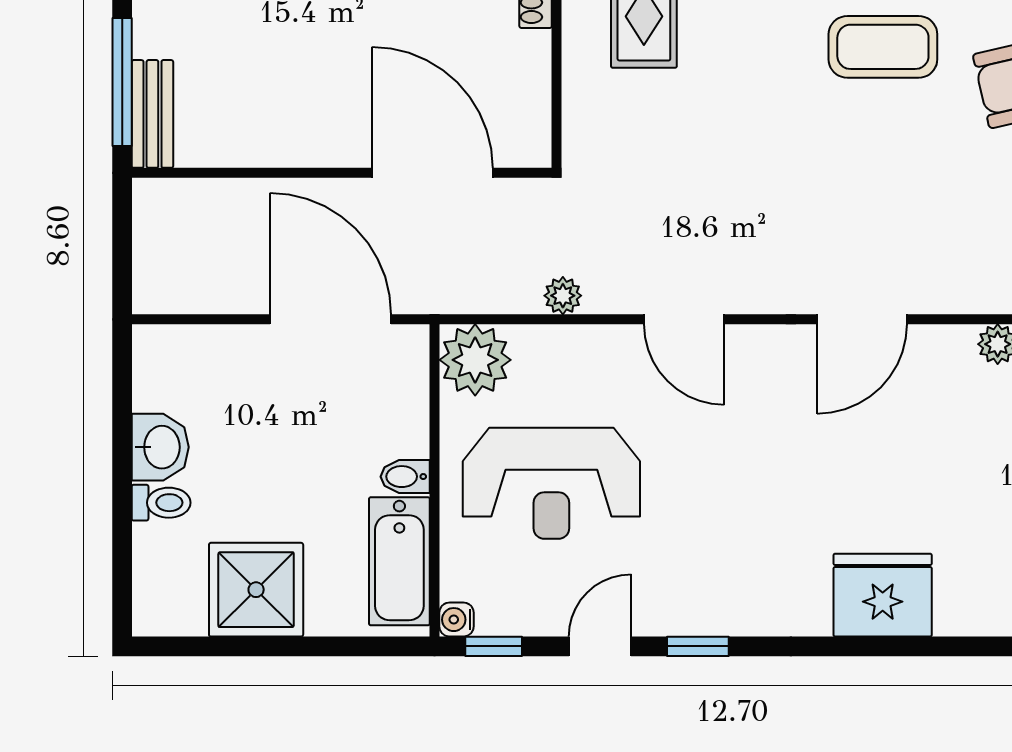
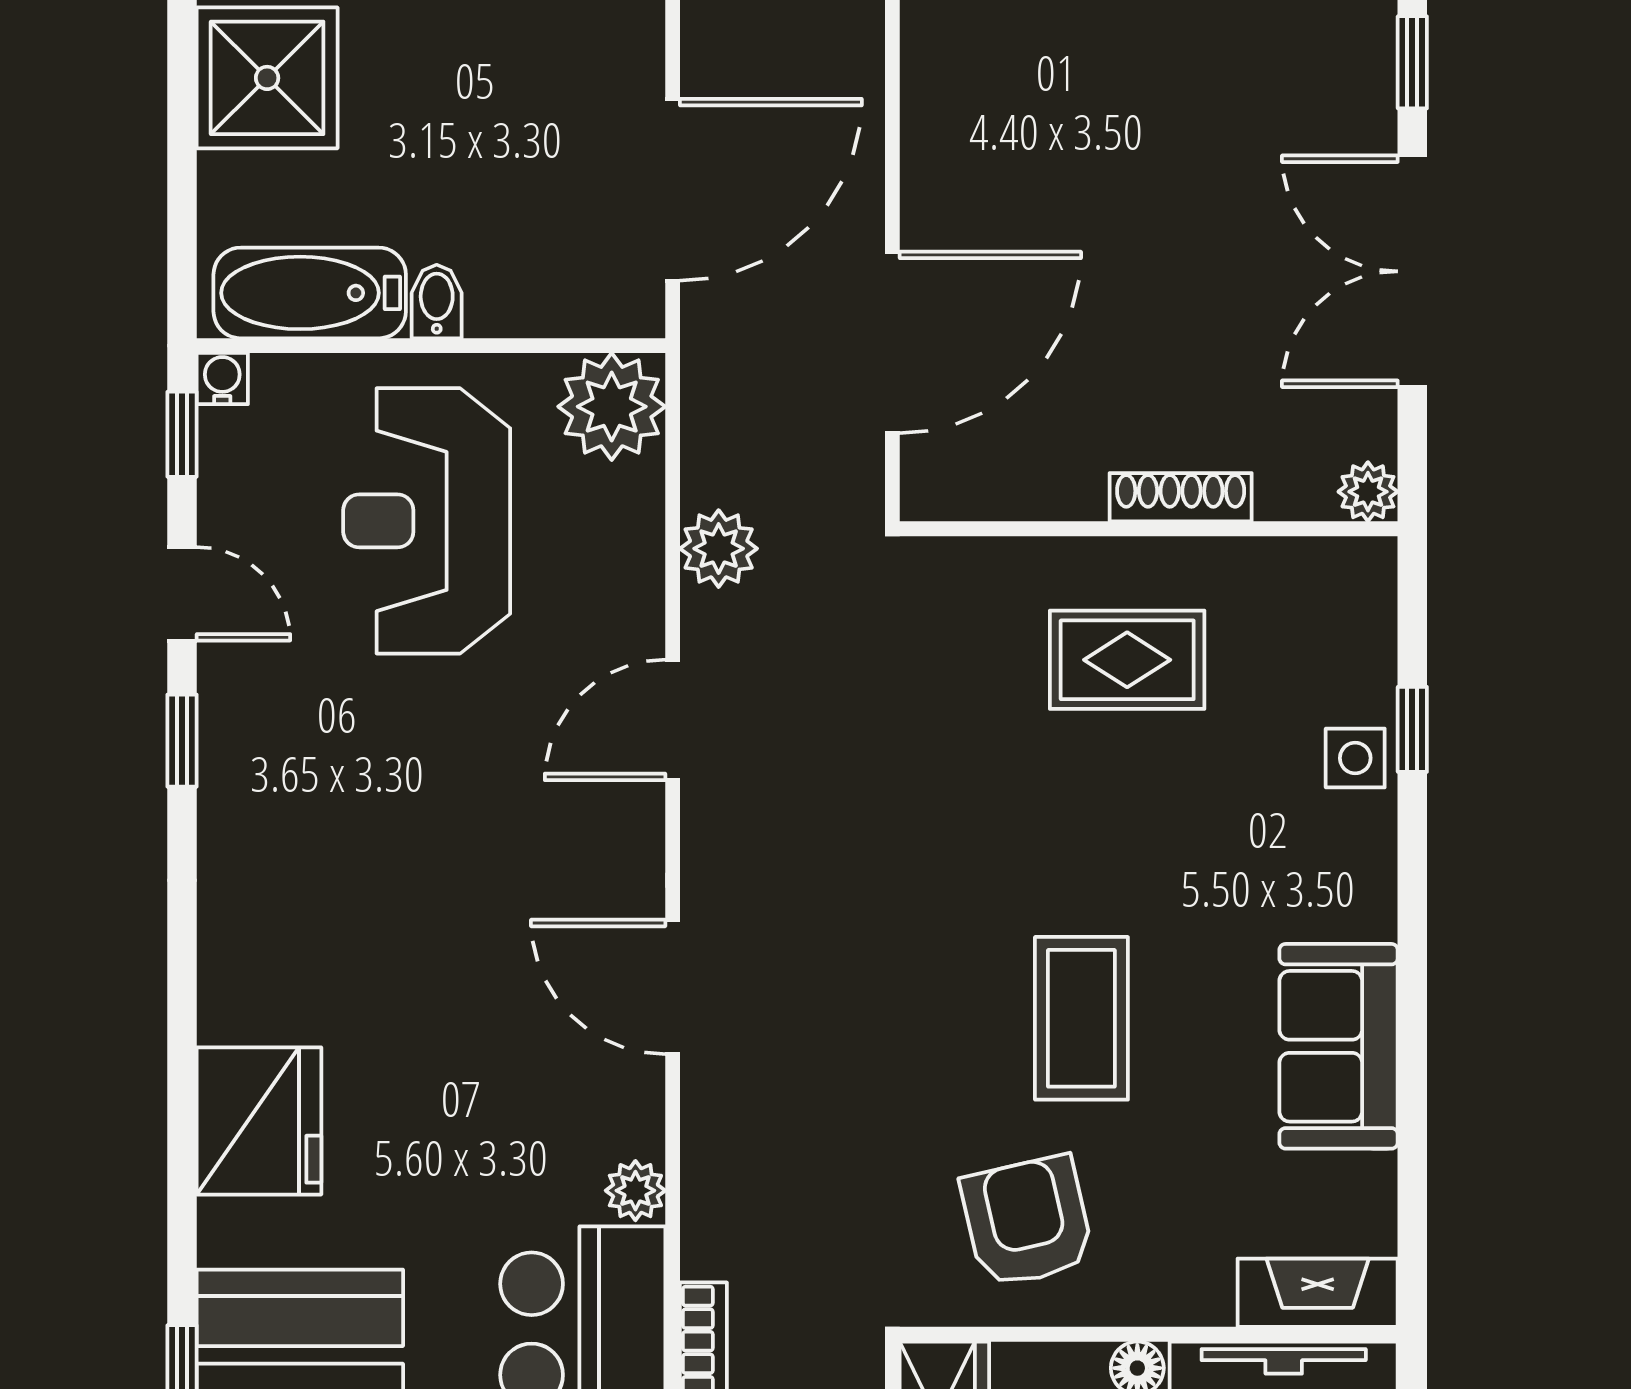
plant: (563, 296) -> (719, 549), width x1.38, depth x1.38
fridge: (883, 595) -> (259, 1121), moved

